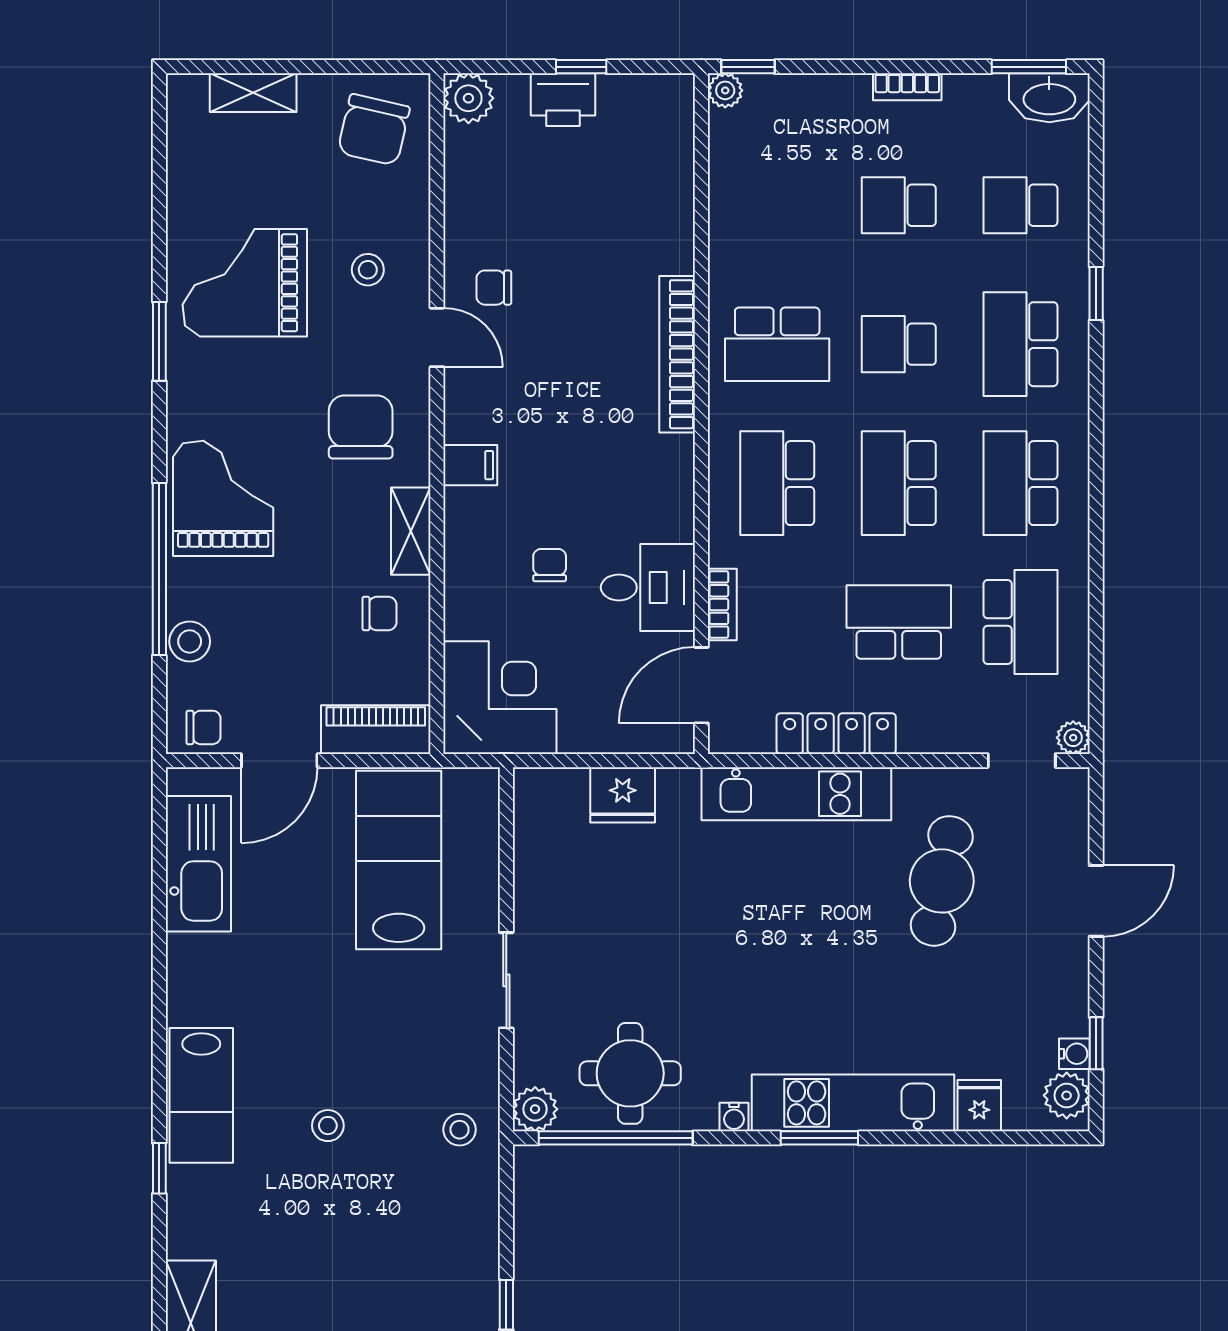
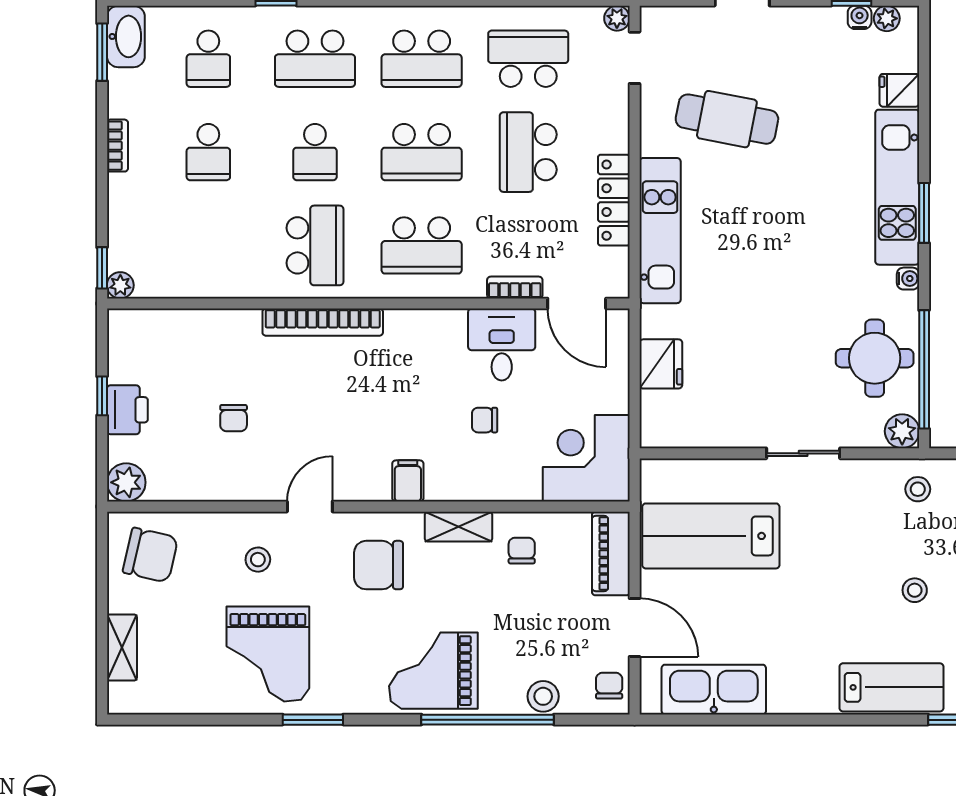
chair: (494, 288) -> (234, 418), moved
plant: (1067, 1095) -> (887, 18), width x0.73, depth x0.73

